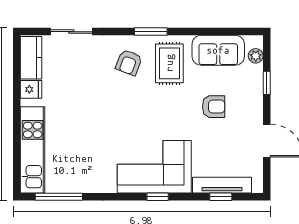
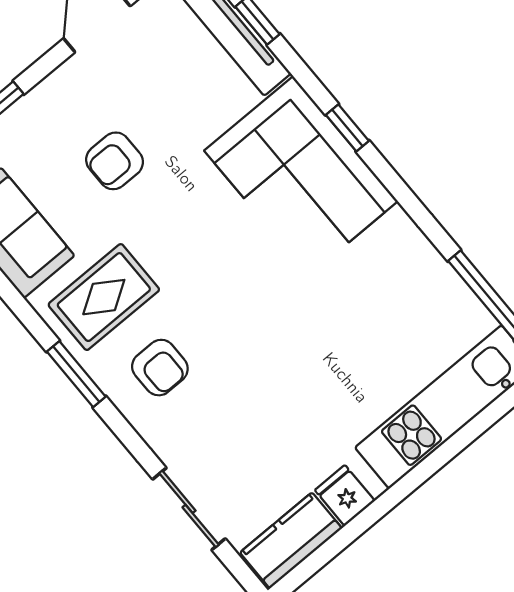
armchair: (129, 62) -> (160, 368), turned 69
armchair: (214, 107) -> (115, 161), turned -90

